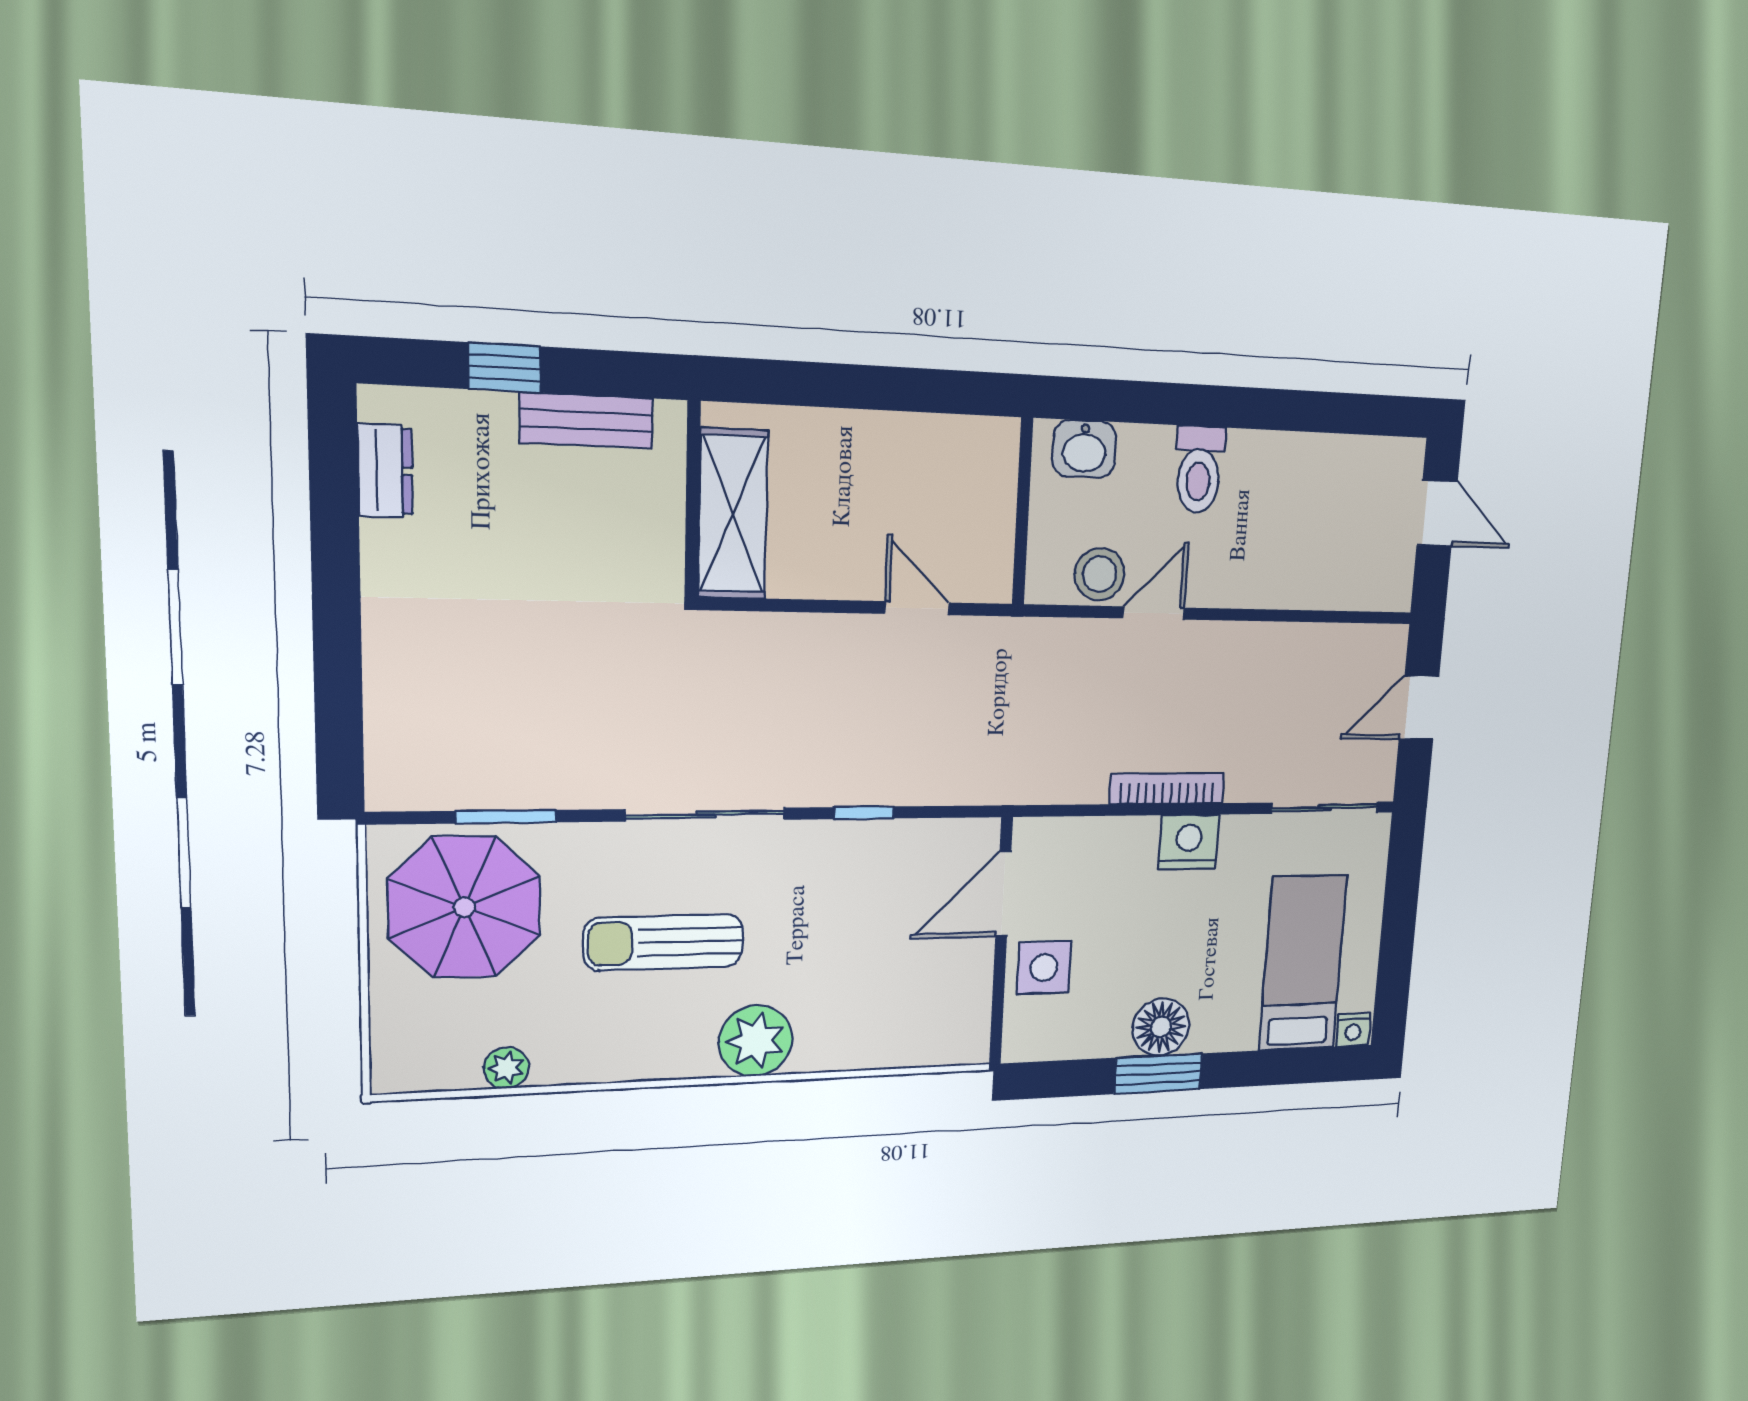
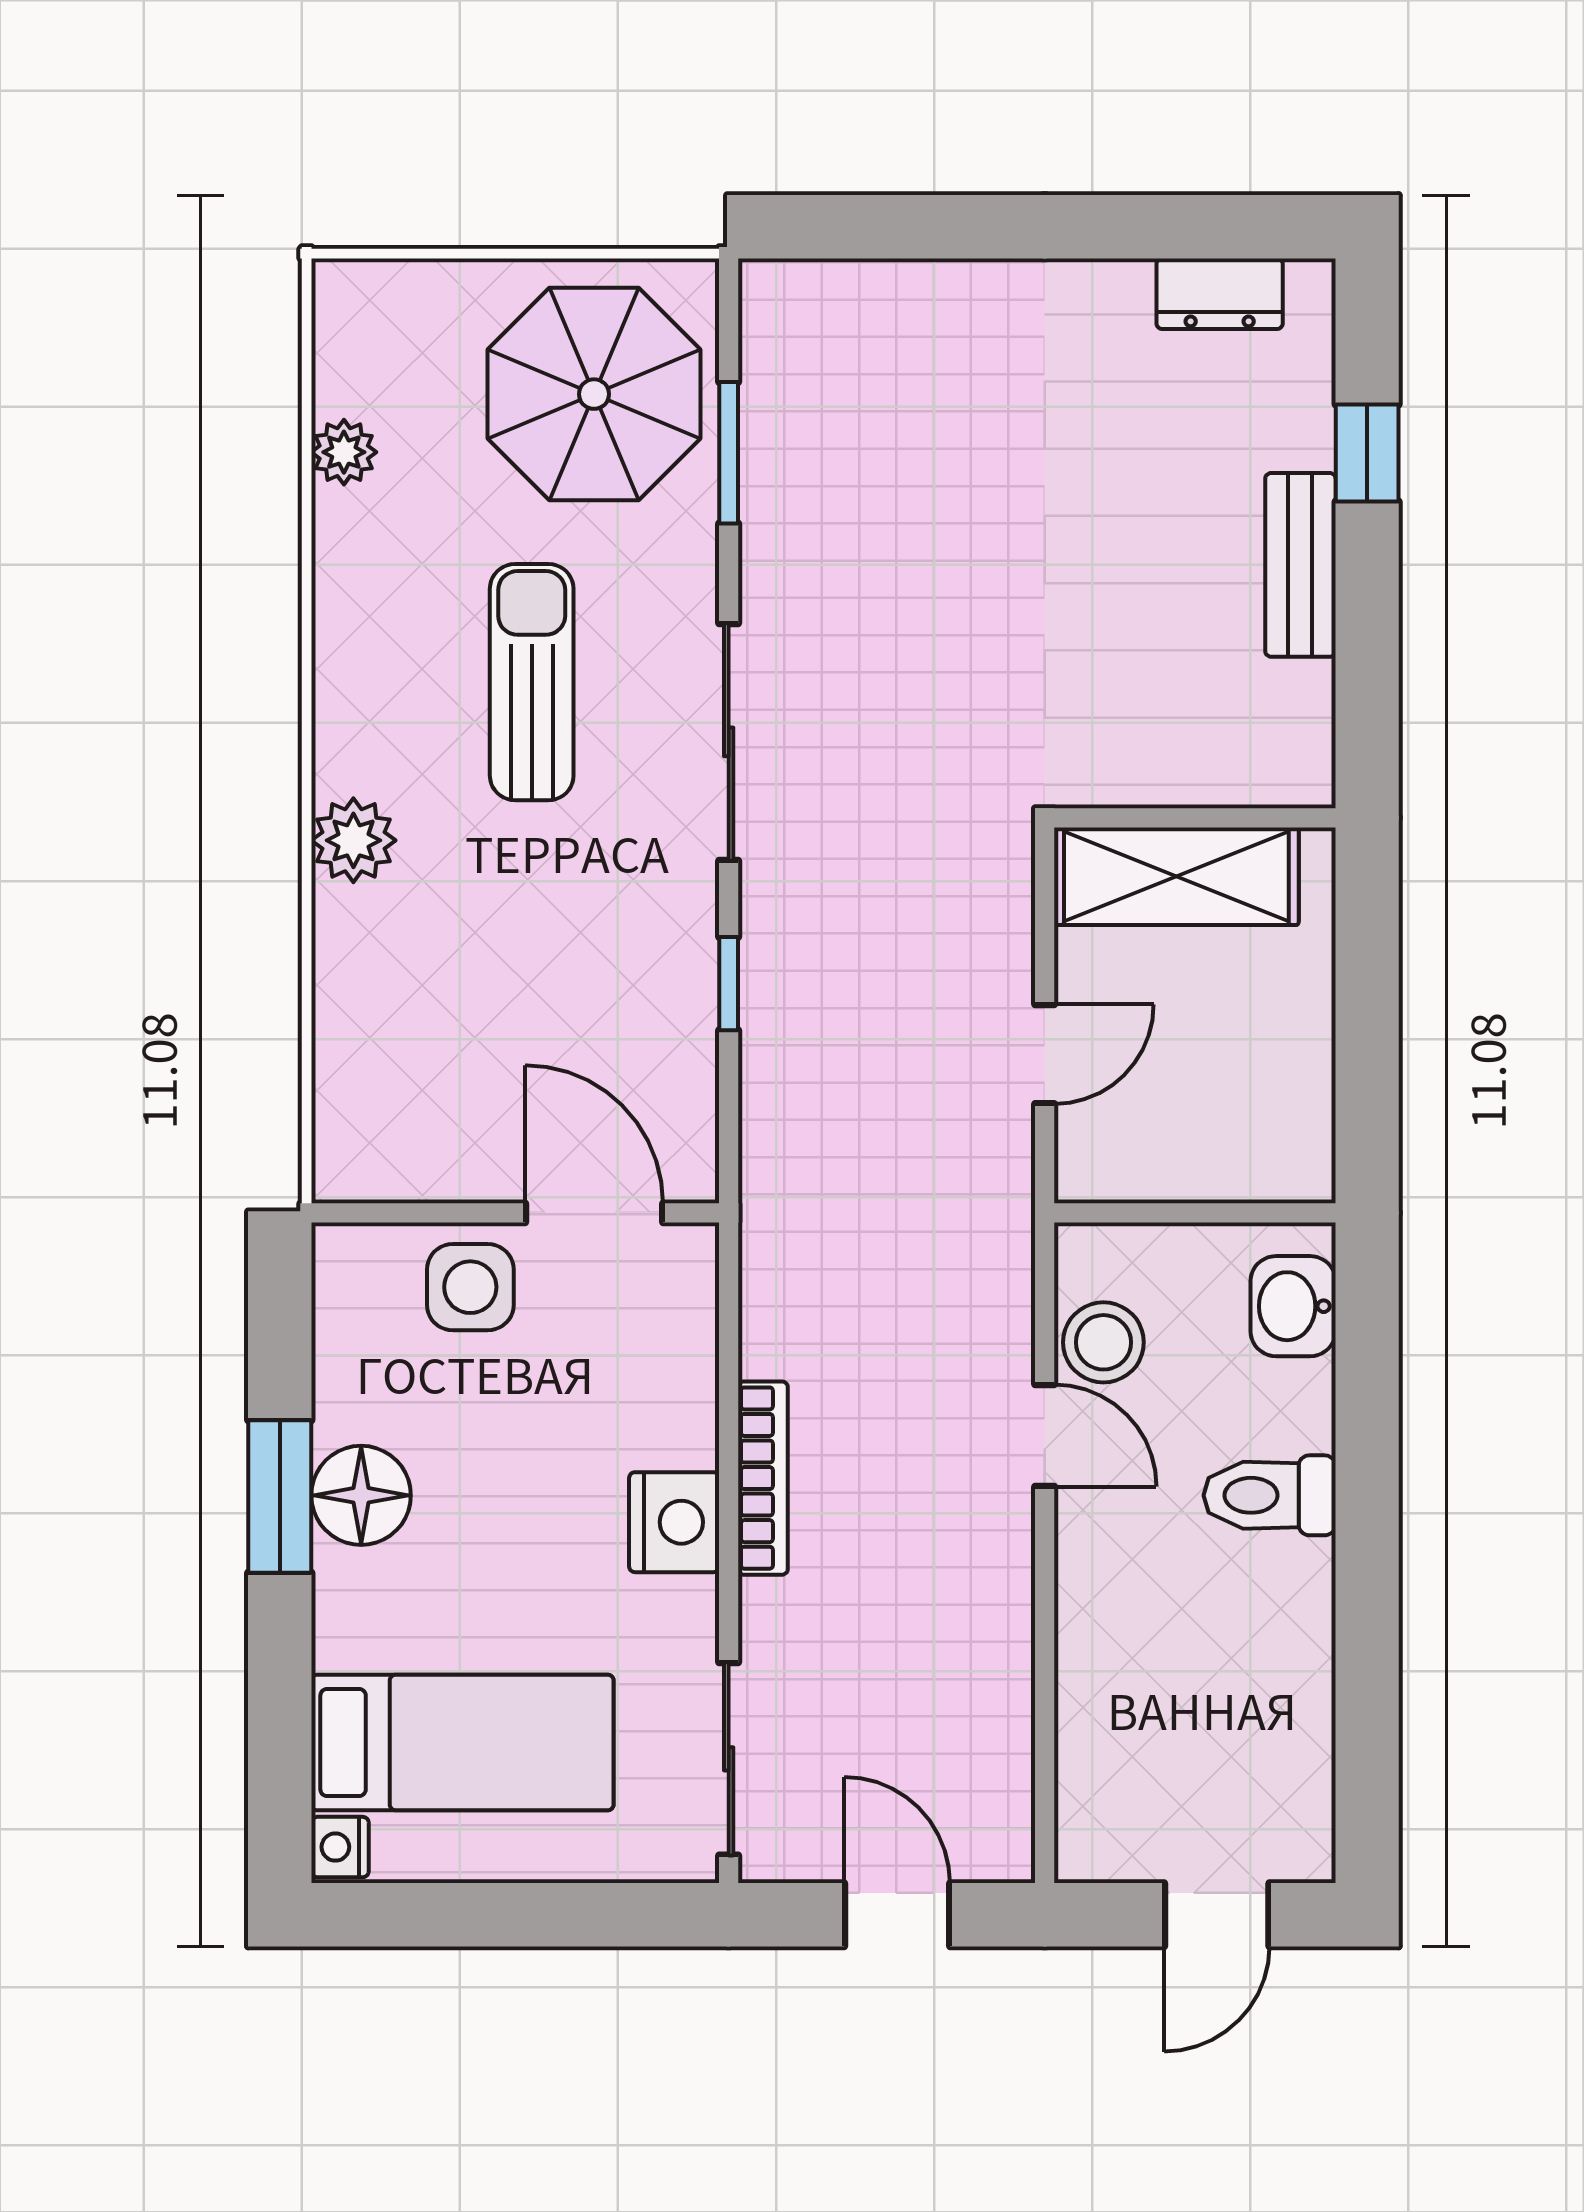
wall: (693, 500) -> (1195, 818), moved
shelving: (733, 514) -> (1176, 876), moved
plant: (756, 1041) -> (353, 840), width x0.73, depth x0.73

